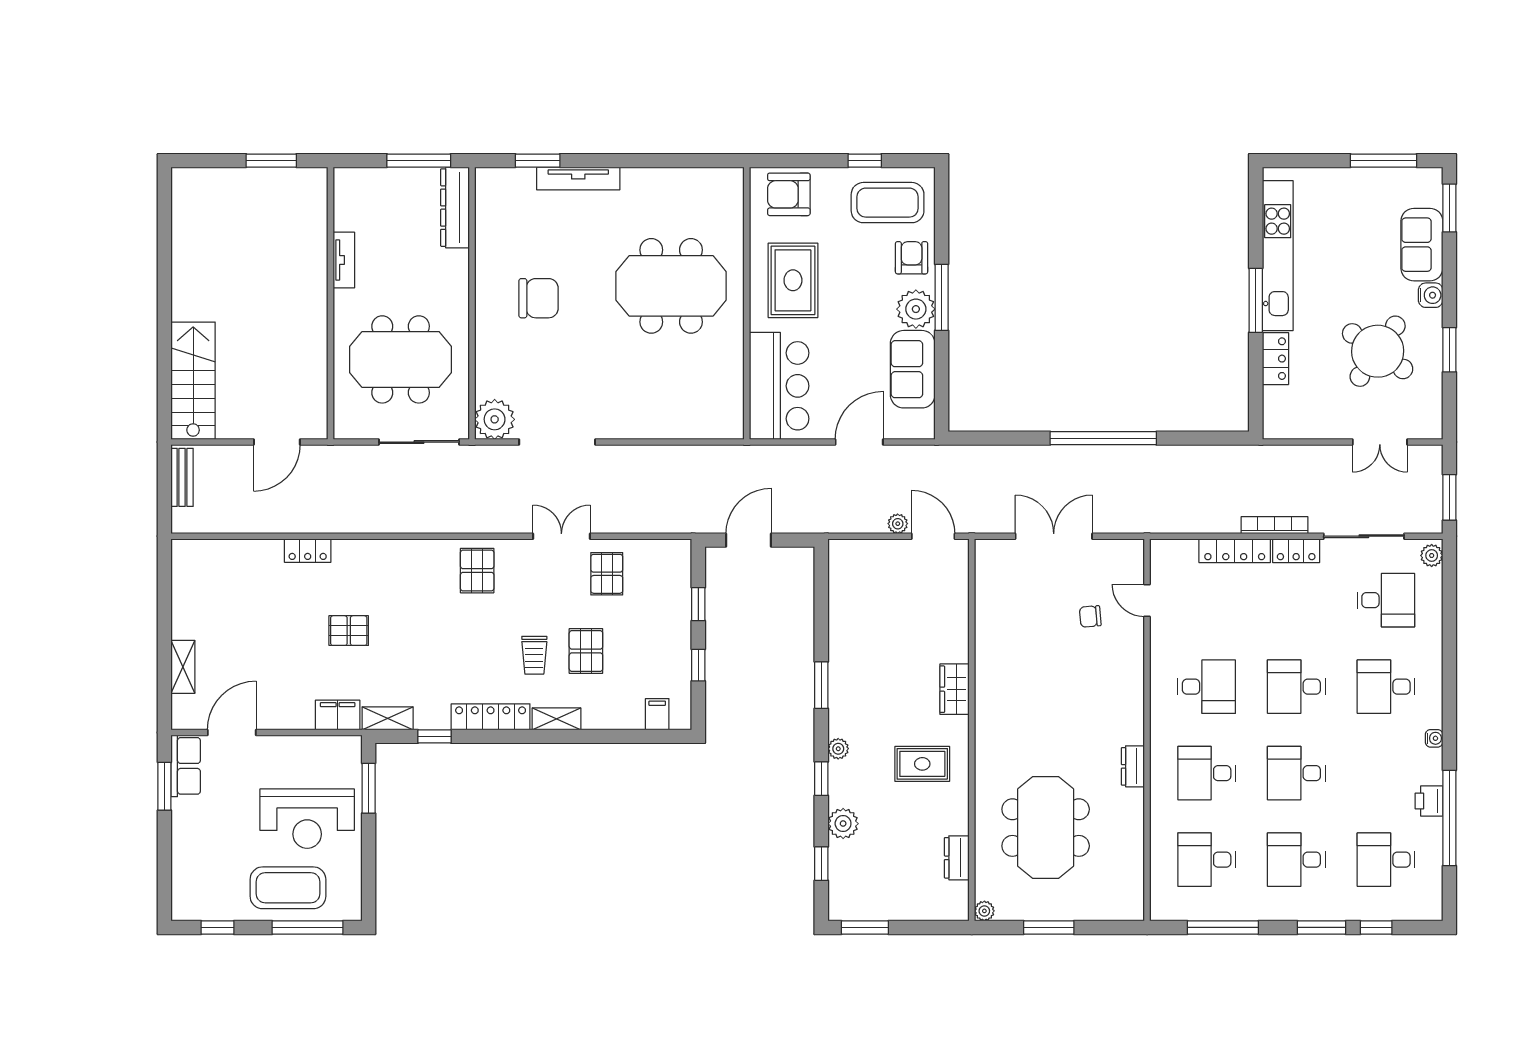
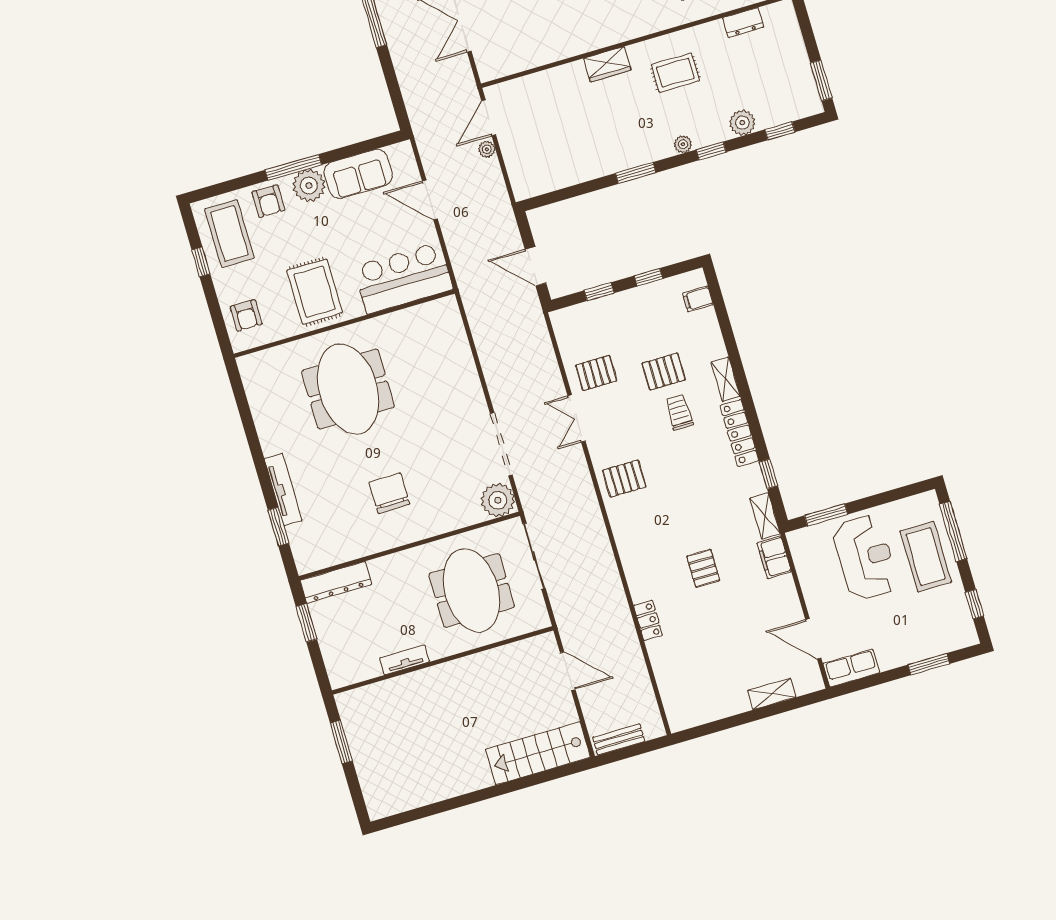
window: (419, 161) -> (306, 623), width x0.69
armchair: (789, 194) -> (246, 315), width x0.72, depth x0.72
armchair: (912, 258) -> (268, 201), turned -90
rug: (793, 280) -> (315, 292), turned 90
trolley: (534, 655) -> (679, 412), turned -90
rug: (922, 764) -> (675, 73), turned 90
window: (164, 786) -> (929, 664), moved

